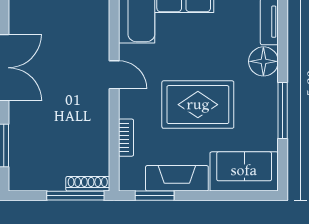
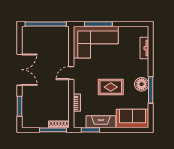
floor lamp: (263, 61) -> (142, 84), moved
door: (114, 75) -> (71, 73), swing flipped
rug: (198, 105) -> (111, 87), width x0.73, depth x0.70

